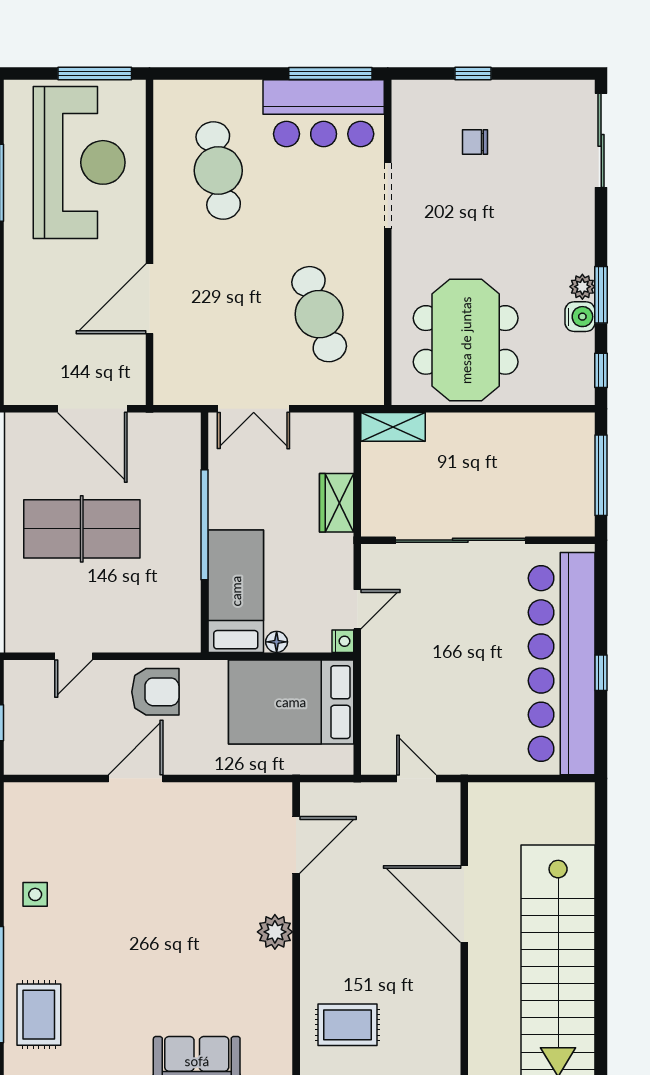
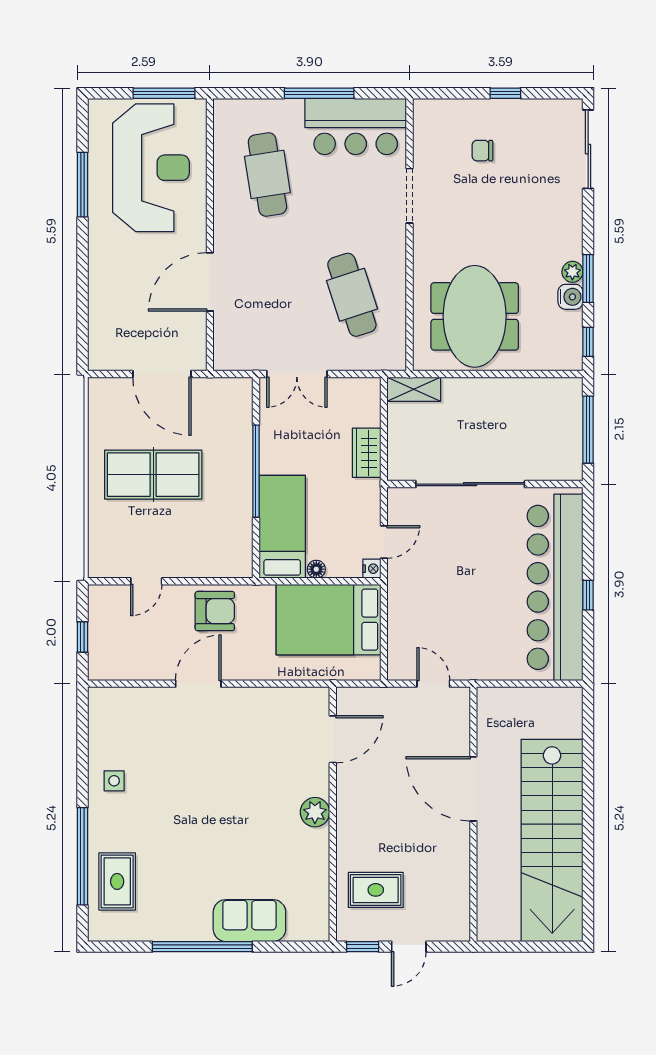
window: (330, 73) -> (319, 93), moved
window: (473, 73) -> (505, 93), moved

